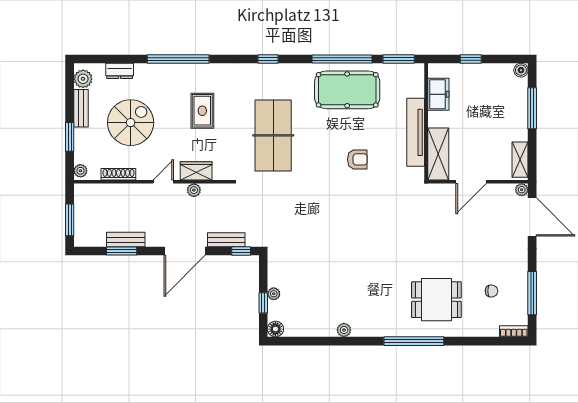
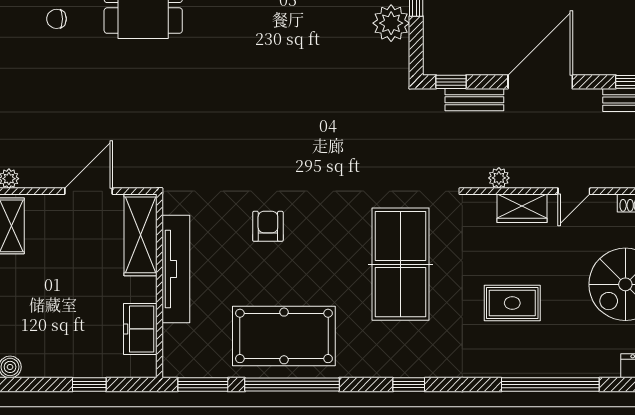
rug: (202, 111) -> (512, 303), turned 90
armchair: (357, 159) -> (268, 226), turned 90
plant: (194, 190) -> (499, 178), moved
plant: (274, 294) -> (391, 23), width x1.87, depth x1.87

